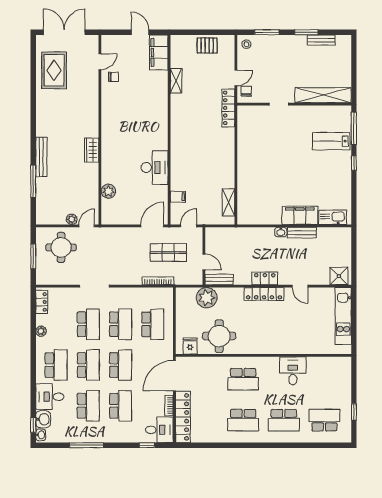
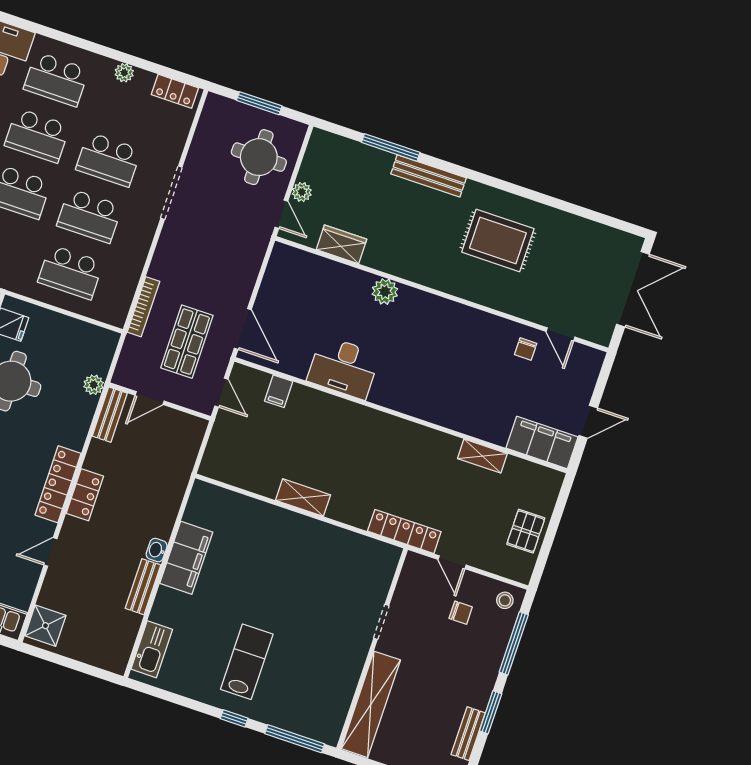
window: (267, 32) -> (514, 643), width x1.44
rug: (54, 70) -> (498, 240), moved
chair: (246, 91) -> (461, 613), moved
lab bench: (331, 141) -> (247, 662), moved
wardrobe: (92, 150) -> (341, 244), moved
plant: (108, 191) -> (385, 292), moved
shelving: (228, 202) -> (303, 498), moved
filing cabinet: (300, 215) -> (186, 558), moved
plant: (207, 298) -> (94, 385), width x0.53, depth x0.53

